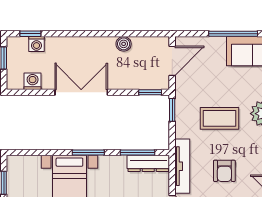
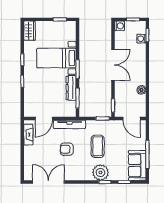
washing machine: (33, 81) -> (119, 26), moved
dresser: (148, 163) -> (71, 88), moved

